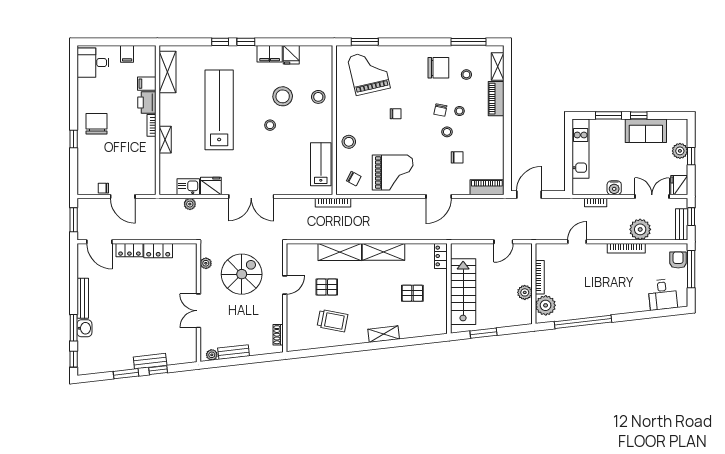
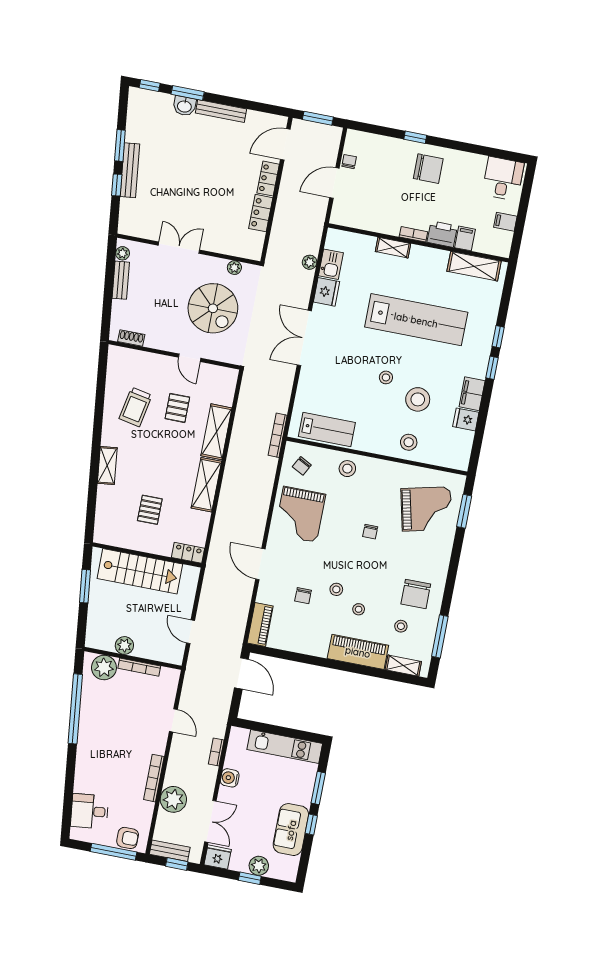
piano: (496, 99) -> (358, 652), width x1.37, depth x1.33
chair: (440, 110) -> (364, 586), removed
bench: (150, 361) -> (130, 170), width x1.36

